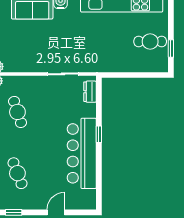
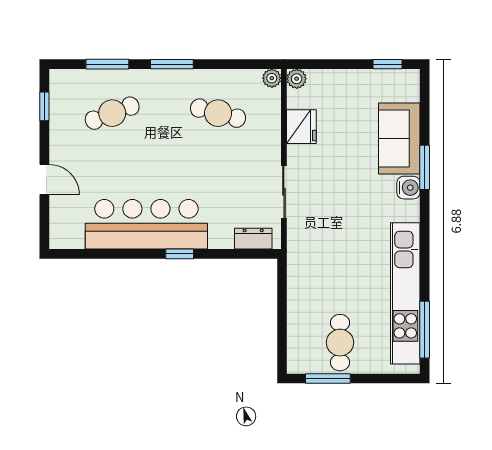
window: (171, 49) -> (328, 379), width x1.50
fridge: (25, 64) -> (301, 127), added
cafe table: (17, 112) -> (218, 113), turned 33

